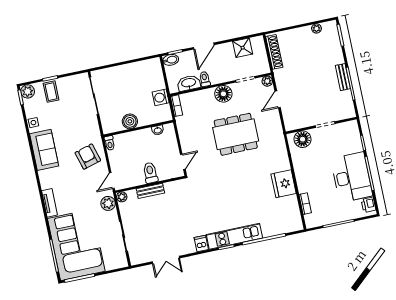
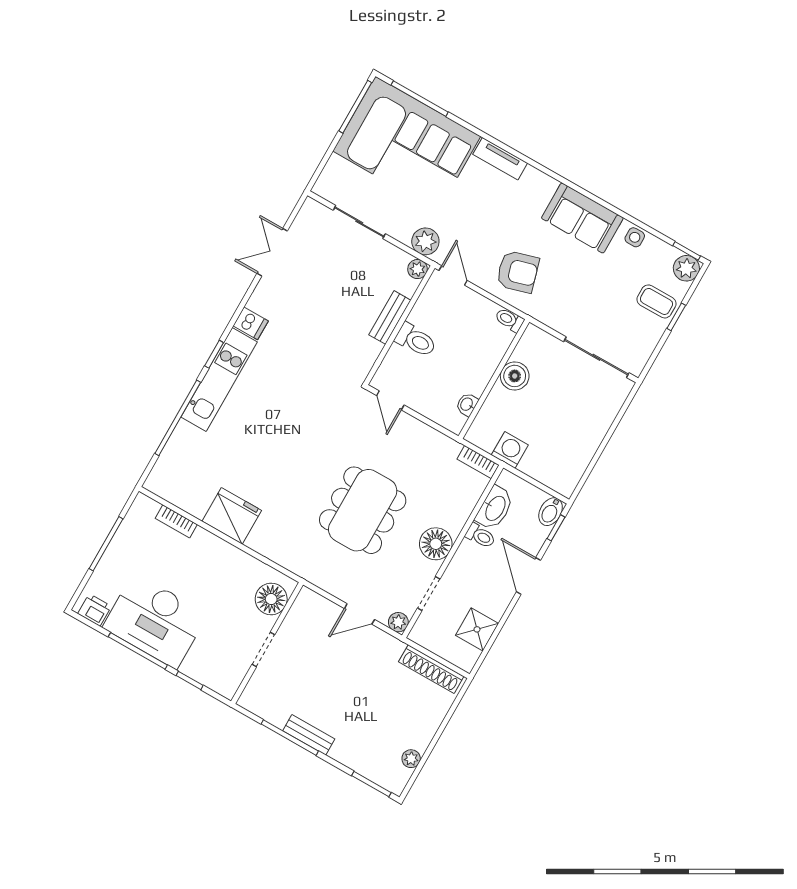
door: (278, 99) -> (359, 614), swing flipped

